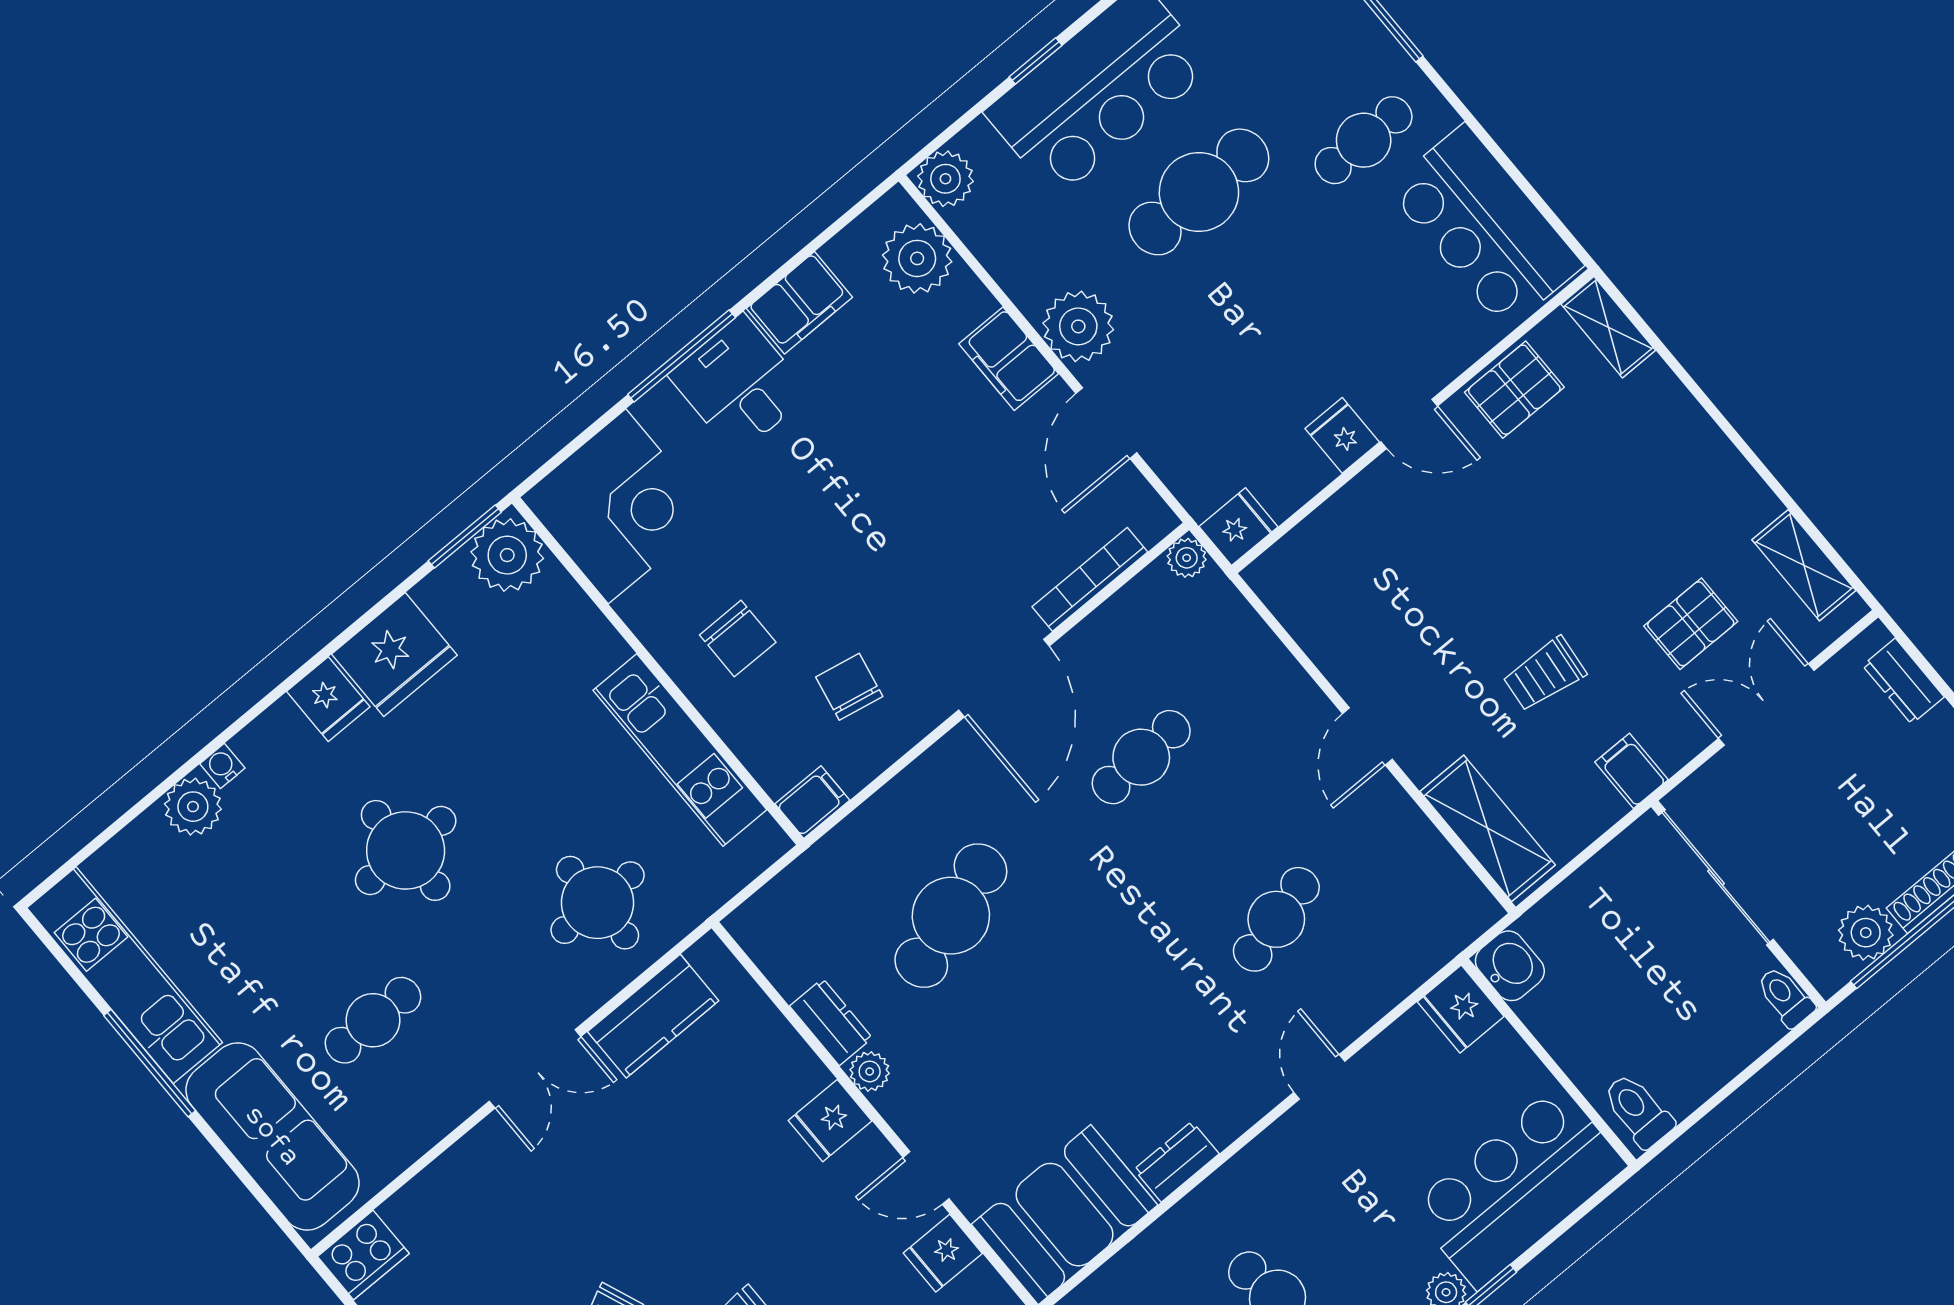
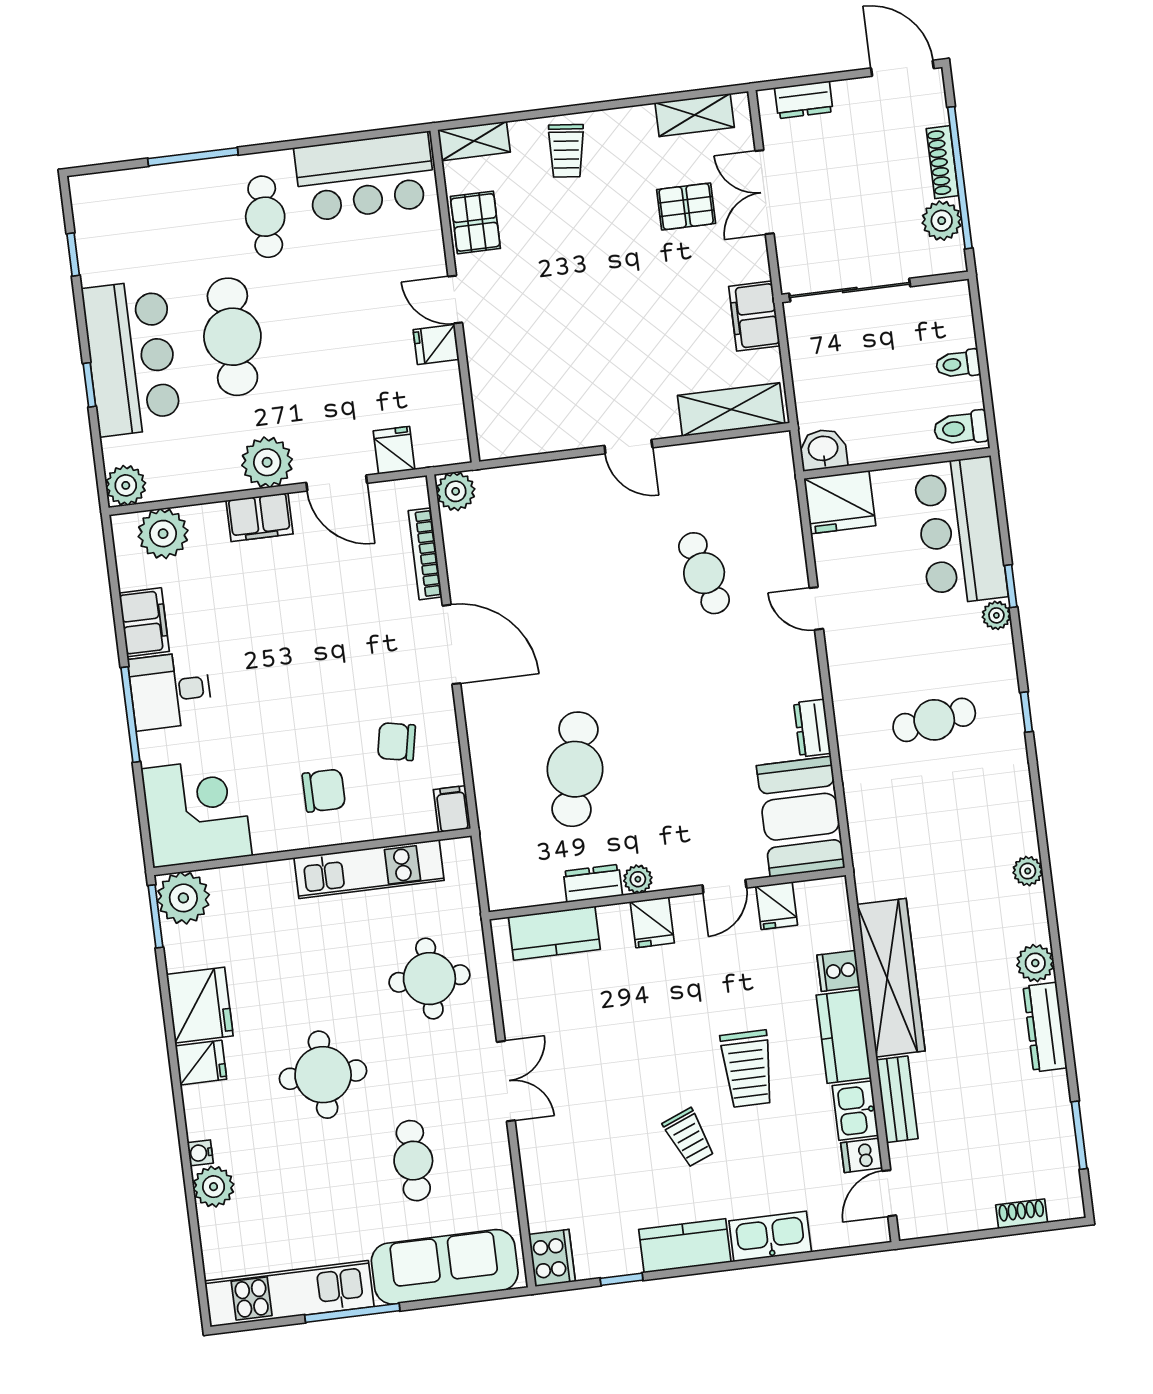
door: (1409, 424) -> (455, 299), swing flipped
fridge: (1238, 527) -> (394, 450), moved
plant: (1187, 558) -> (456, 491), width x1.38, depth x1.38
pallet: (1691, 624) -> (686, 207), turned 90
trolley: (1544, 674) -> (566, 151), moved
cafe table: (1141, 757) -> (553, 592), removed
filing cabinet: (1632, 771) -> (754, 316), width x2.00
cafe table: (951, 916) -> (575, 769), turned 30
toilet: (1785, 997) -> (958, 364), moved
fridge: (1461, 1009) -> (840, 502), width x1.36, depth x1.34
kitchen counter: (653, 1016) -> (554, 933), moved, turned 90

